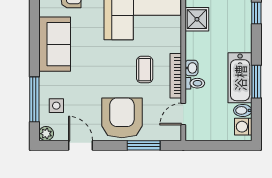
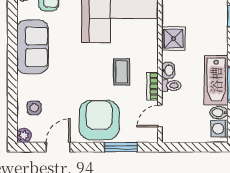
shower: (197, 19) -> (173, 39), moved
bookcase: (176, 76) -> (153, 86), width x0.64
window: (34, 99) -> (12, 102), removed
door: (81, 145) -> (58, 147), hinge flipped

